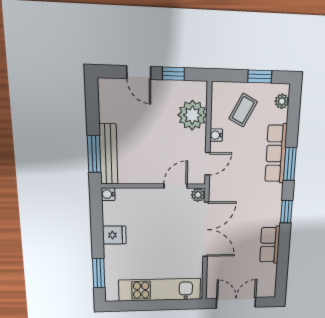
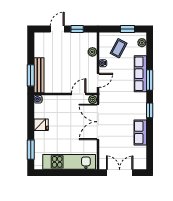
door: (139, 73) -> (57, 29), swing flipped
plant: (192, 115) -> (92, 52), width x0.53, depth x0.53
double door: (206, 230) -> (98, 122), swing flipped

